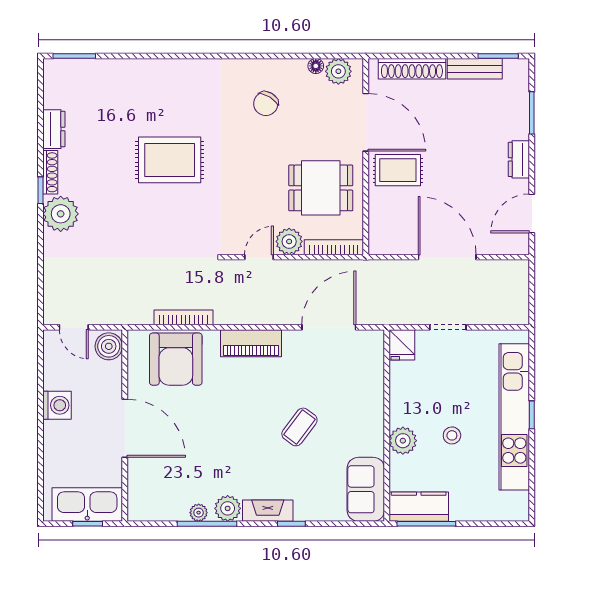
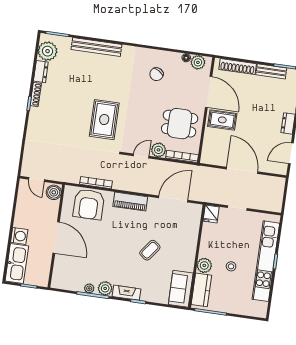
bench: (149, 70) -> (96, 47), added
rug: (170, 160) -> (104, 120), moved, turned 90
plant: (61, 214) -> (48, 51), moved
washing machine: (57, 405) -> (19, 236), moved
kitchen sink: (87, 505) -> (17, 264), moved, turned 90
kitchen counter: (419, 507) -> (201, 290), moved, turned 90

